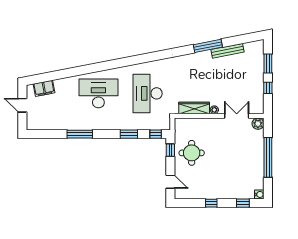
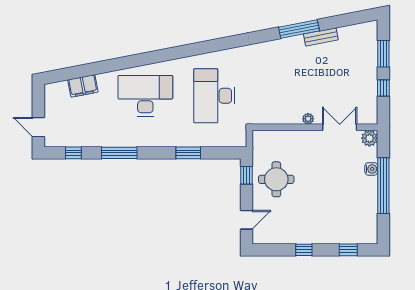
bench: (228, 51) -> (321, 37), width x0.73
filing cabinet: (44, 88) -> (83, 86), moved
door: (22, 105) -> (38, 127), moved
wardrobe: (194, 108) -> (280, 116), removed
window: (156, 134) -> (73, 153), moved
door: (170, 182) -> (247, 220), hinge flipped
water cooler: (259, 194) -> (371, 169), moved

